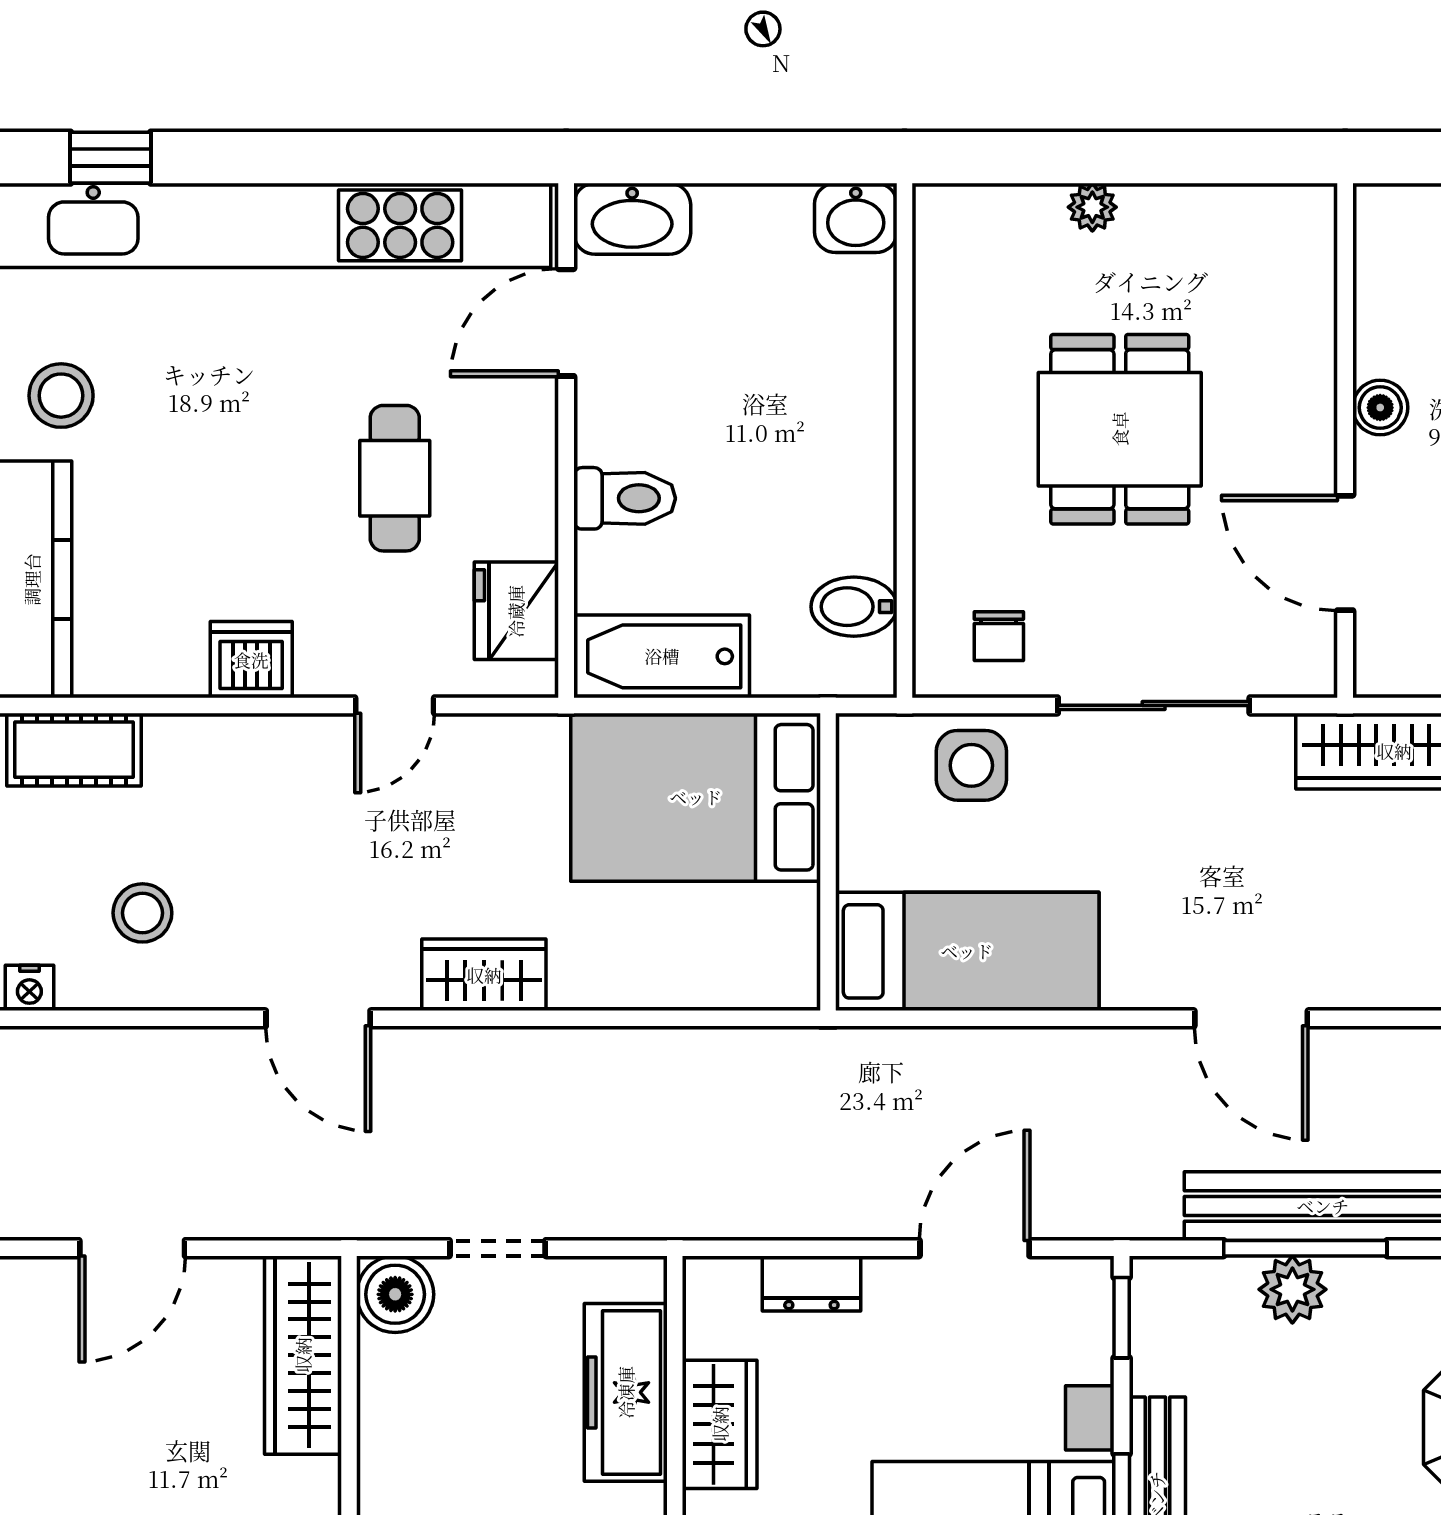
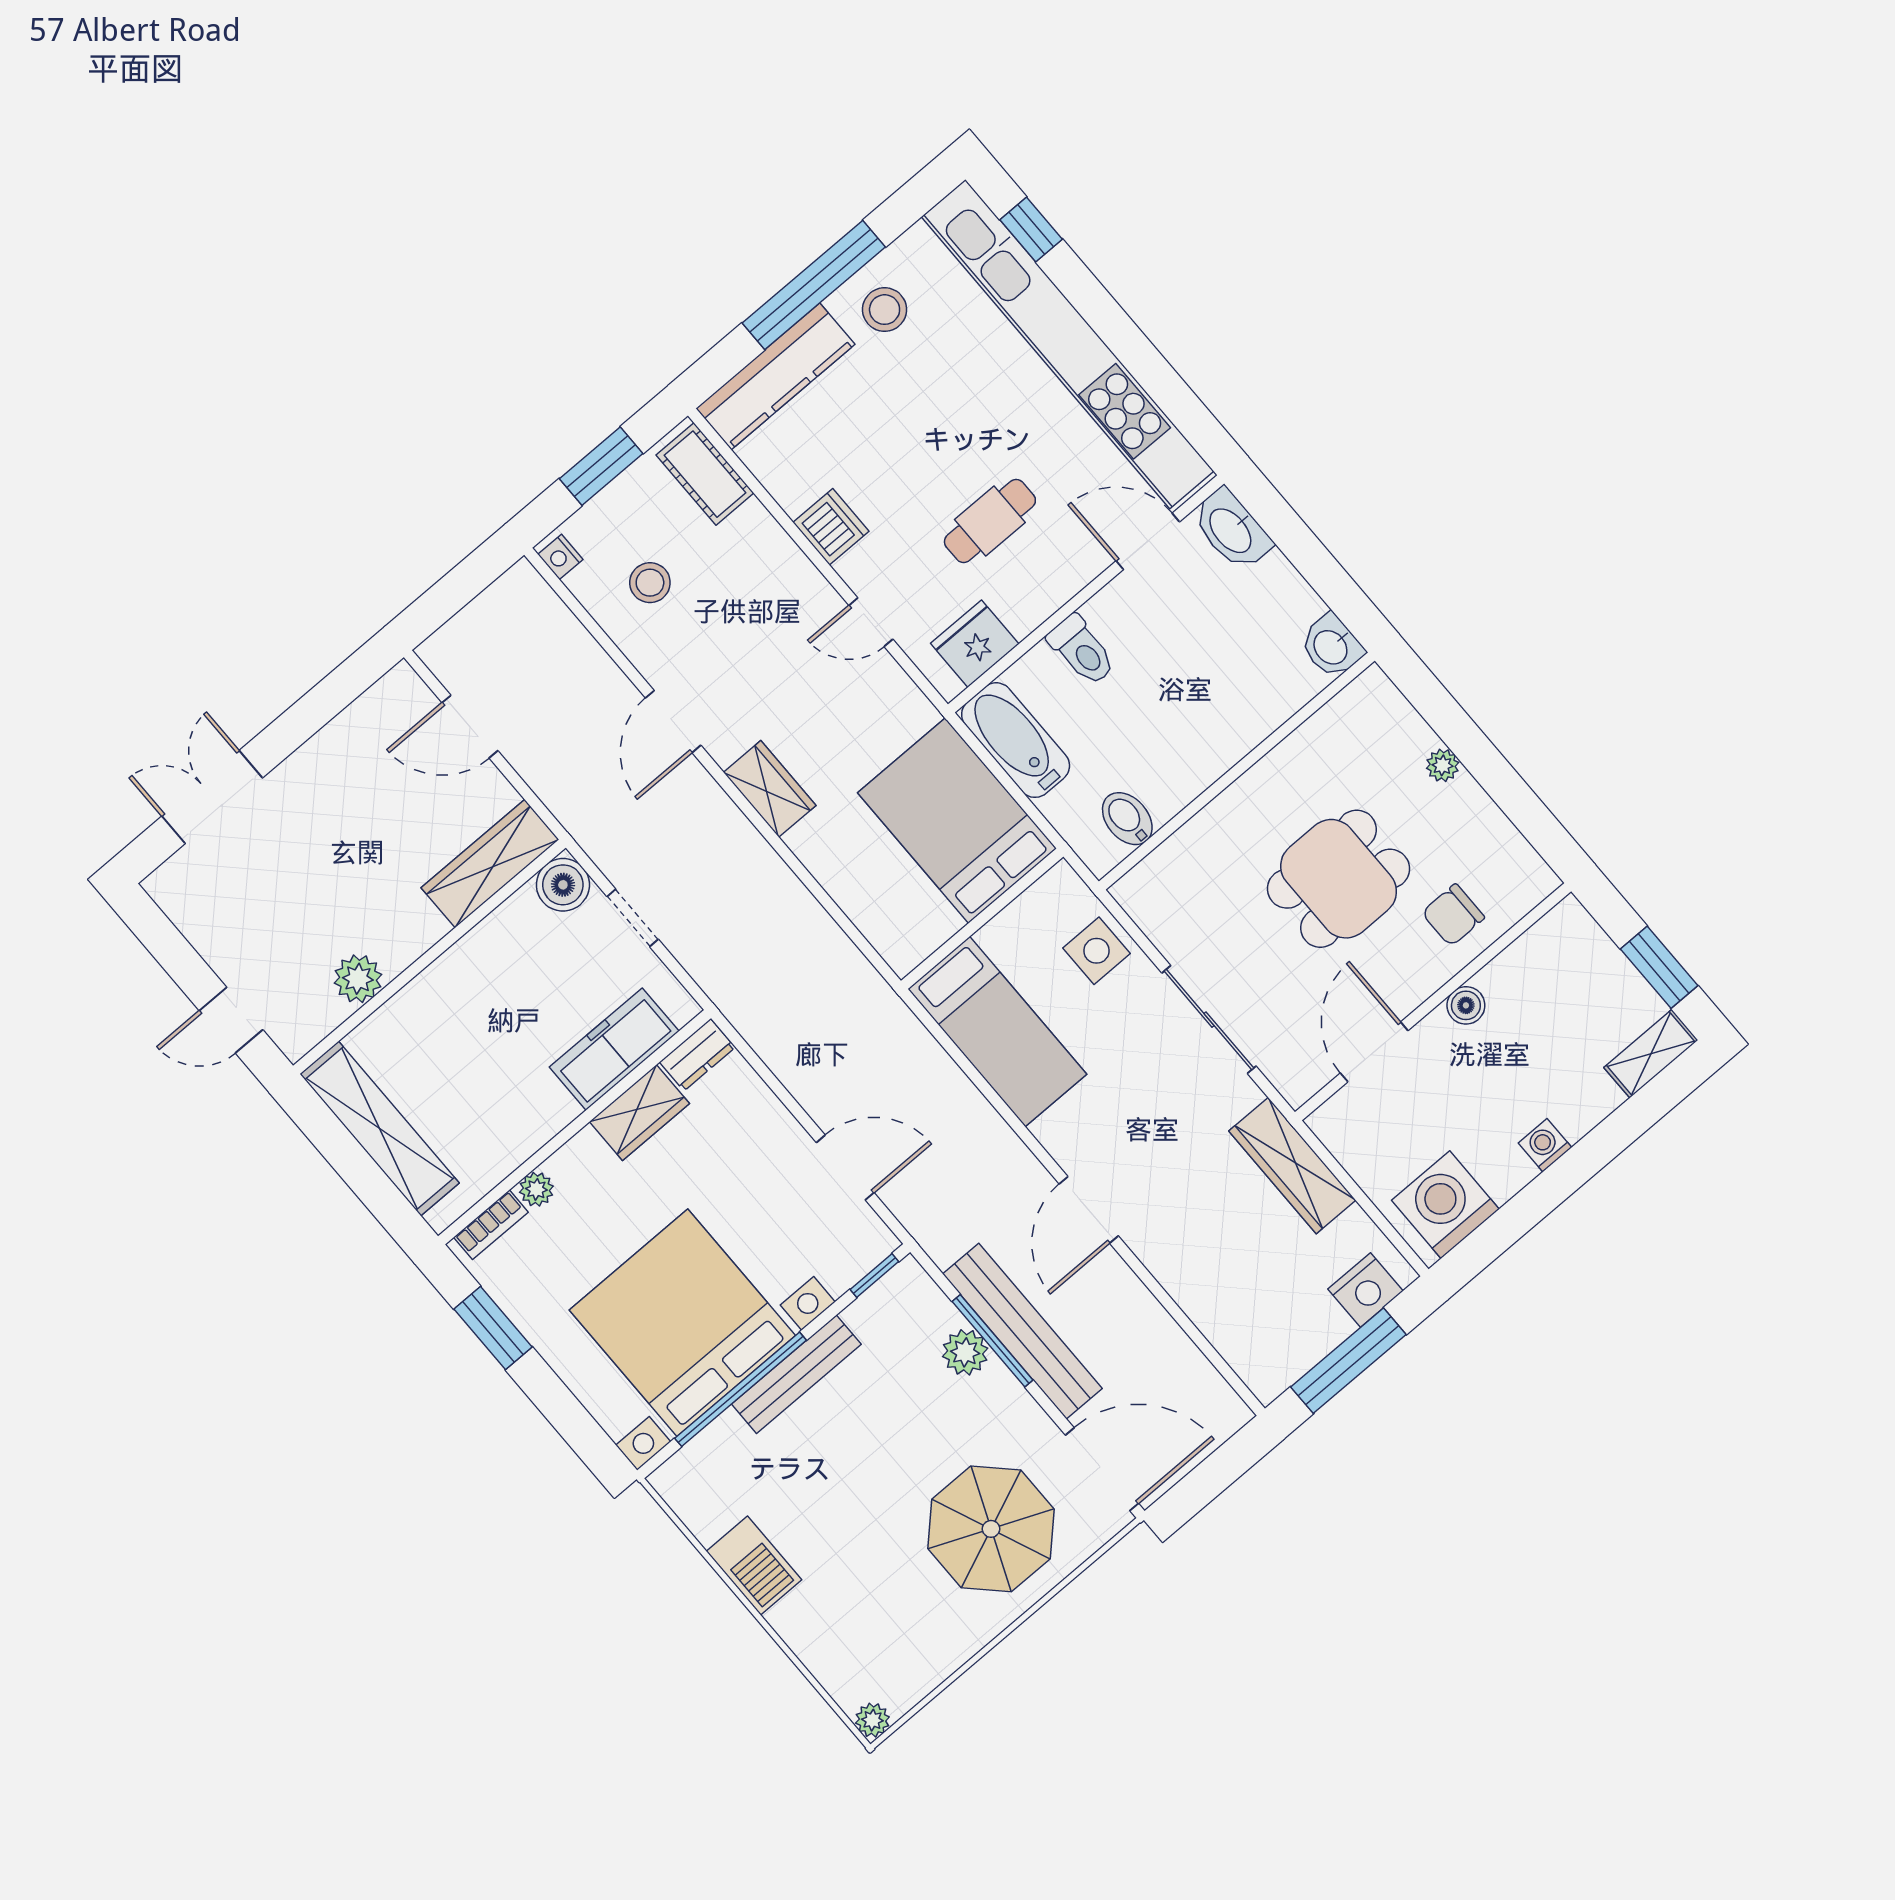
chair: (999, 636) -> (1453, 915), moved, width x1.37, depth x1.37
dresser: (811, 1284) -> (697, 1055), moved, turned -90

